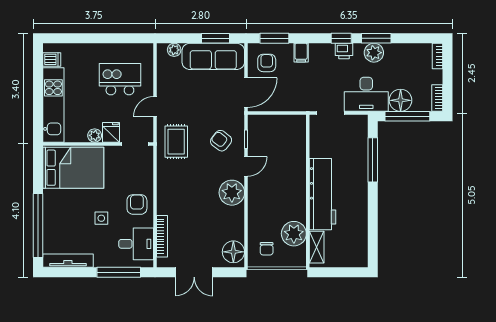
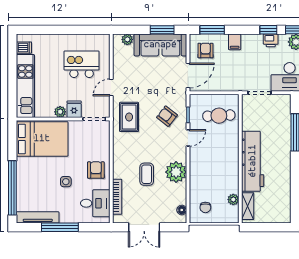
cafe table: (283, 140) -> (219, 116), added
plant: (232, 193) -> (176, 172), moved
coffee table: (197, 209) -> (147, 174), added
plant: (294, 234) -> (233, 200), width x0.53, depth x0.53
floor lamp: (233, 252) -> (182, 210), width x0.53, depth x0.53
window: (119, 272) -> (60, 227), moved

